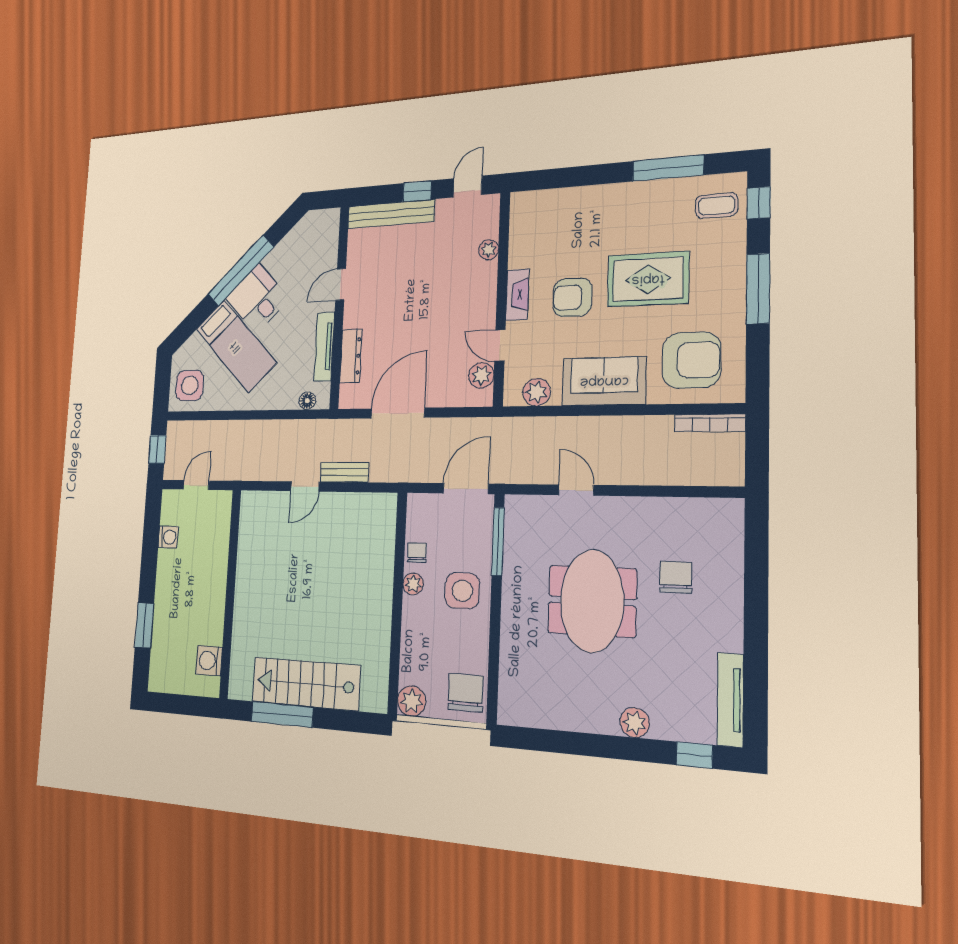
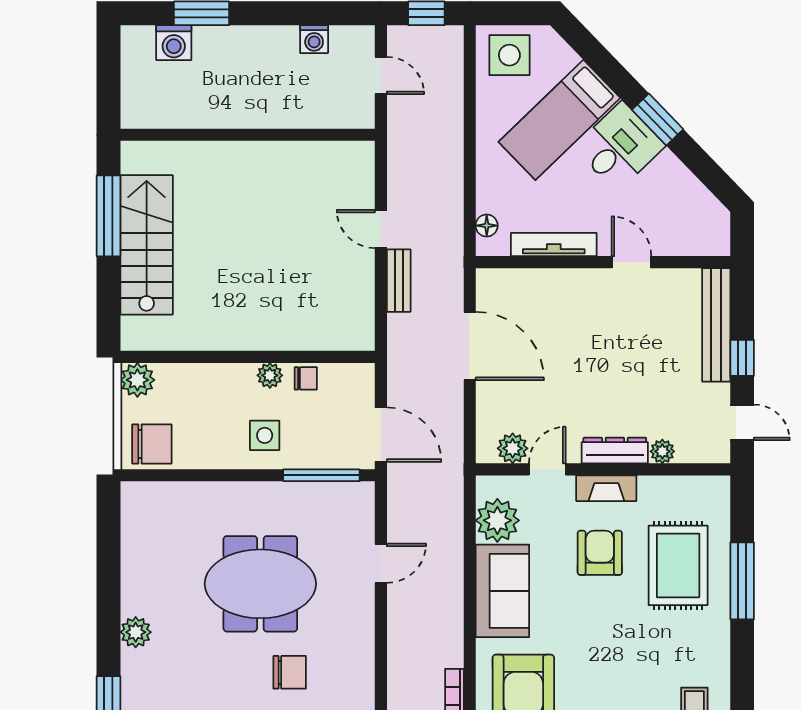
window: (668, 168) -> (742, 581), moved
window: (241, 271) -> (658, 119), width x0.47
rug: (648, 279) -> (678, 565), moved
dresser: (351, 356) -> (615, 451), moved, turned 180
plant: (537, 392) -> (497, 520), width x1.36, depth x1.36
side table: (462, 591) -> (265, 435), width x0.73, depth x0.73
washing machine: (209, 661) -> (174, 43), moved, turned 180

